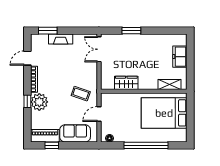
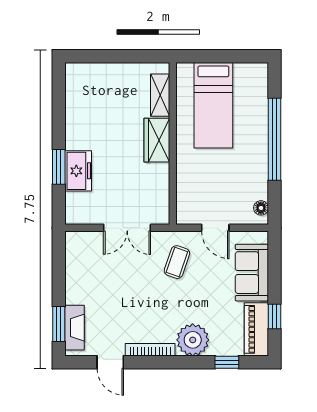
fireplace: (61, 39) -> (75, 328), moved
double door: (99, 49) -> (127, 228), moved
freezer: (180, 57) -> (78, 171), moved, turned -90
wardrobe: (126, 83) -> (157, 140), moved
window: (27, 101) -> (227, 362), moved
bed: (164, 113) -> (213, 105), width x0.67

